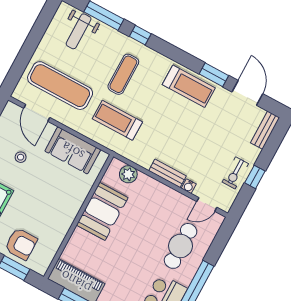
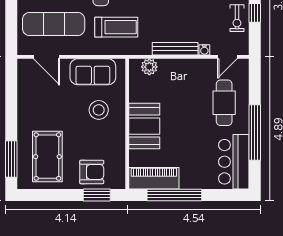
treadmill: (117, 120) -> (116, 27), turned 180
stool: (21, 157) -> (99, 110), moved, width x1.89, depth x1.89
bench: (167, 173) -> (175, 49), width x1.36
booth: (102, 211) -> (144, 126), moved

